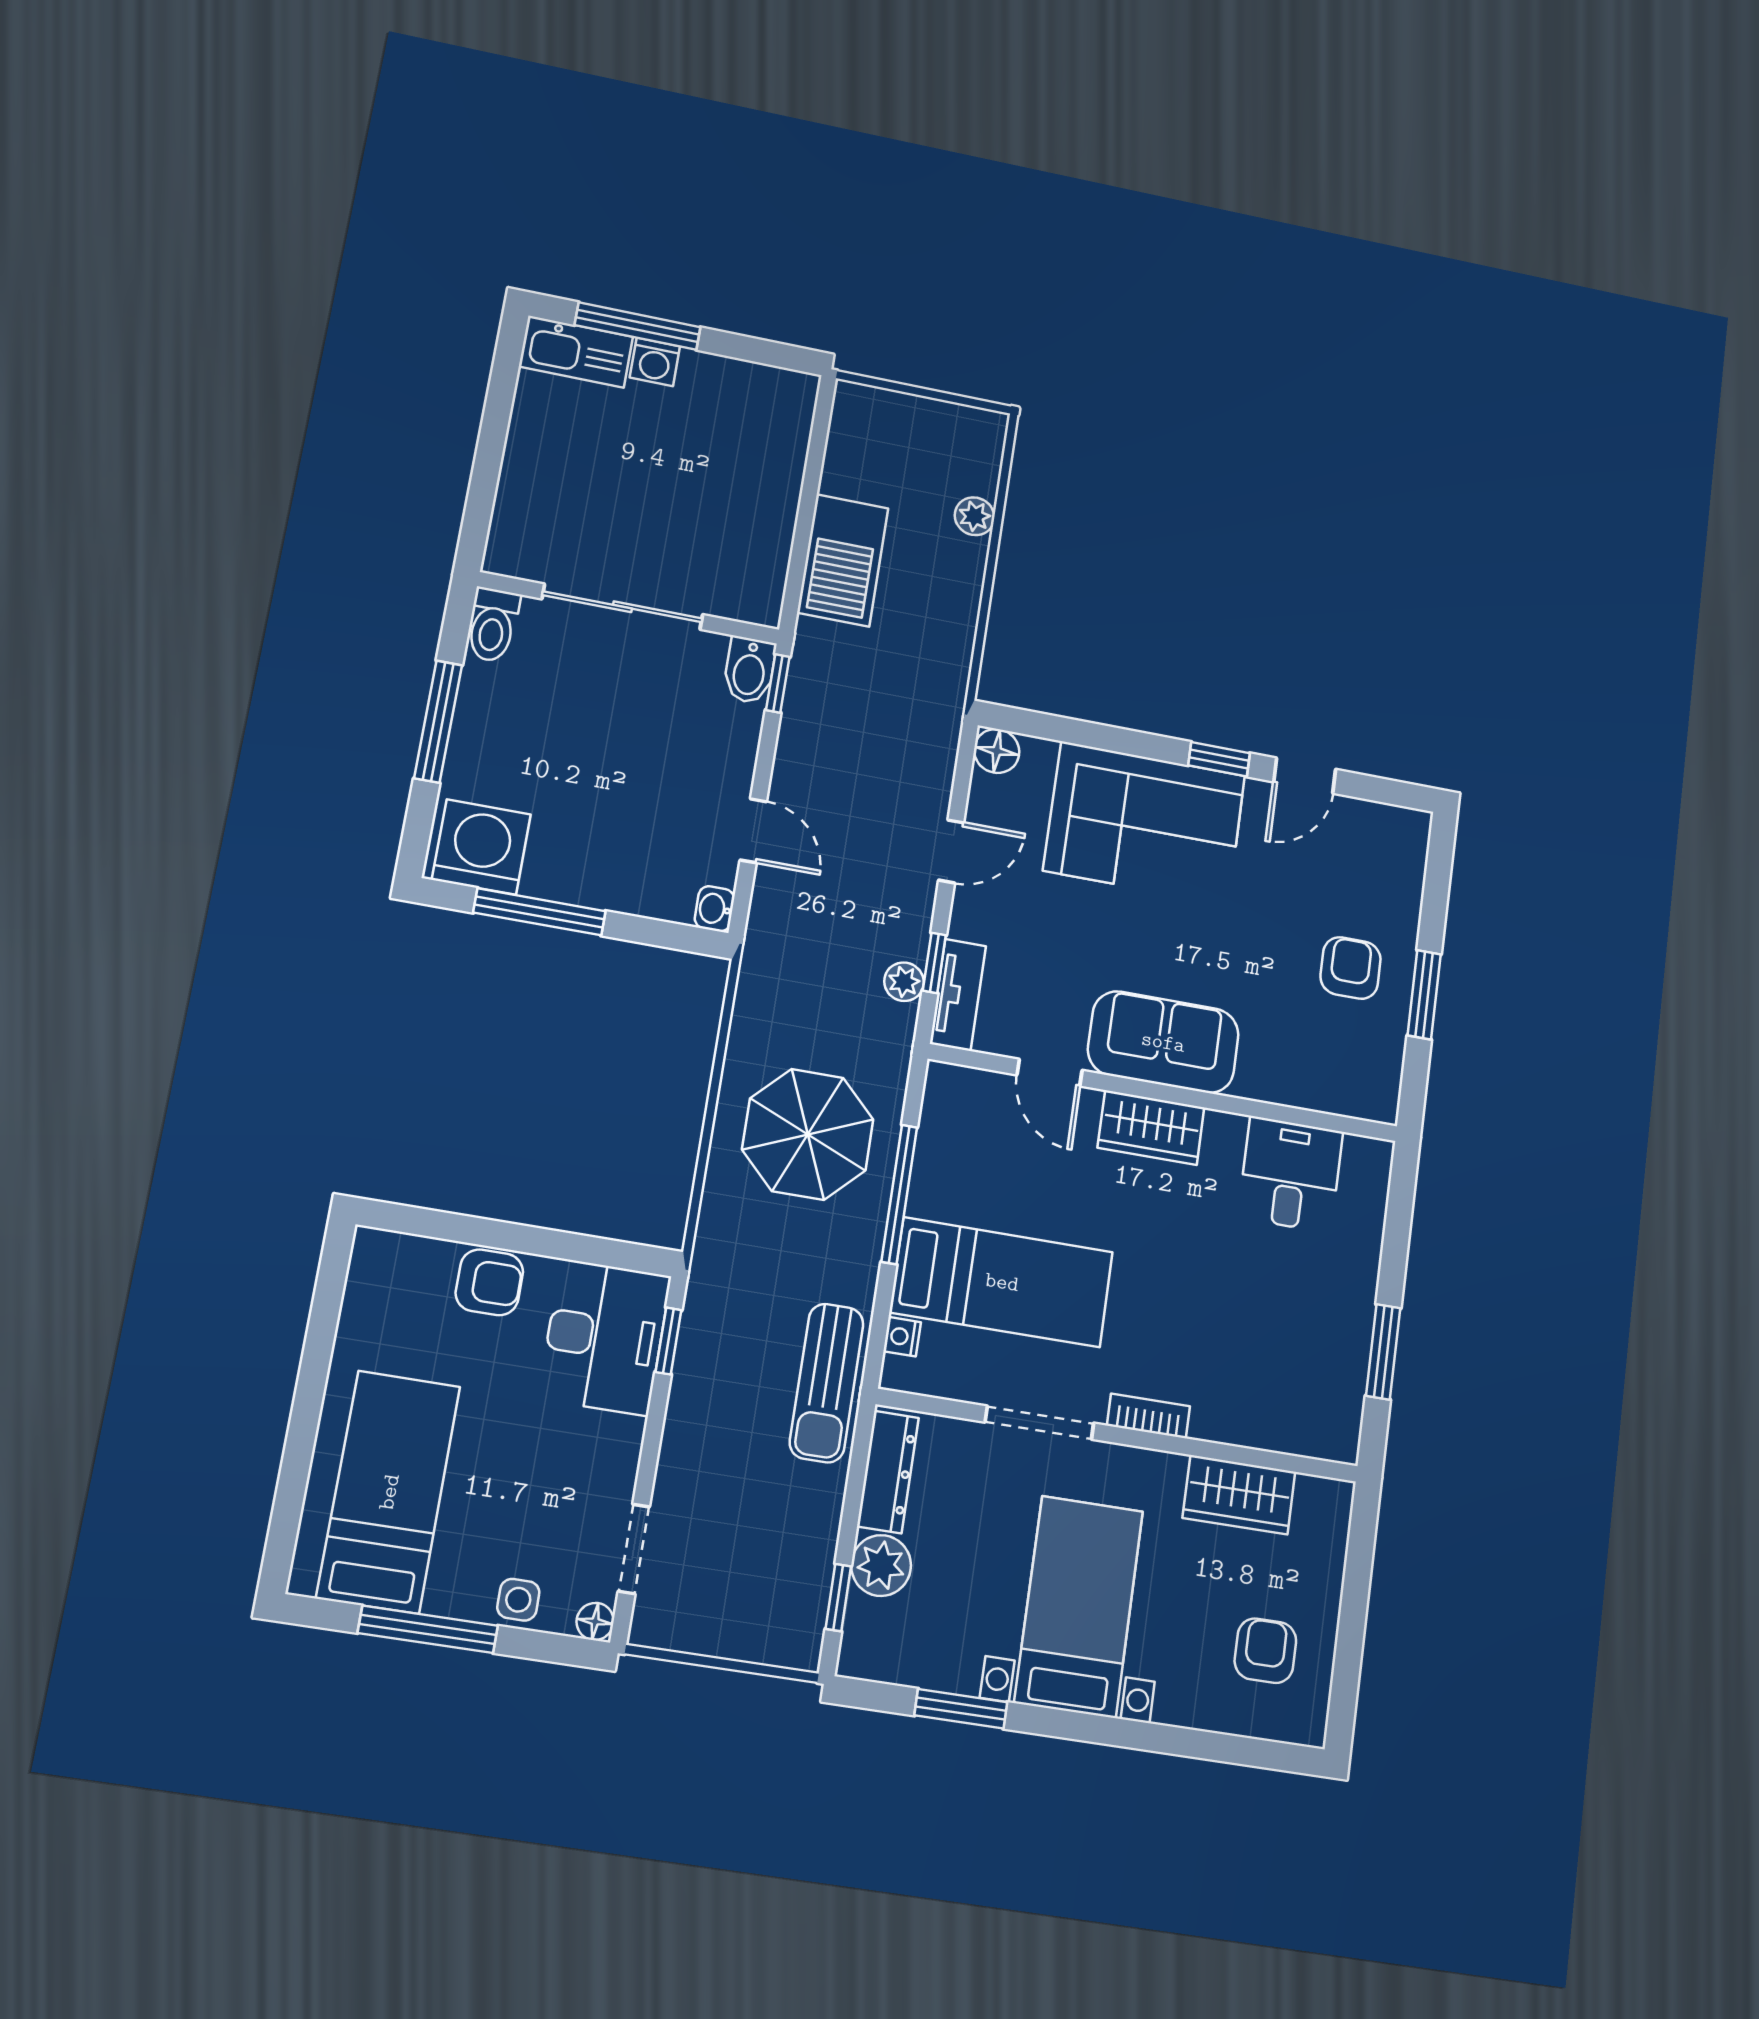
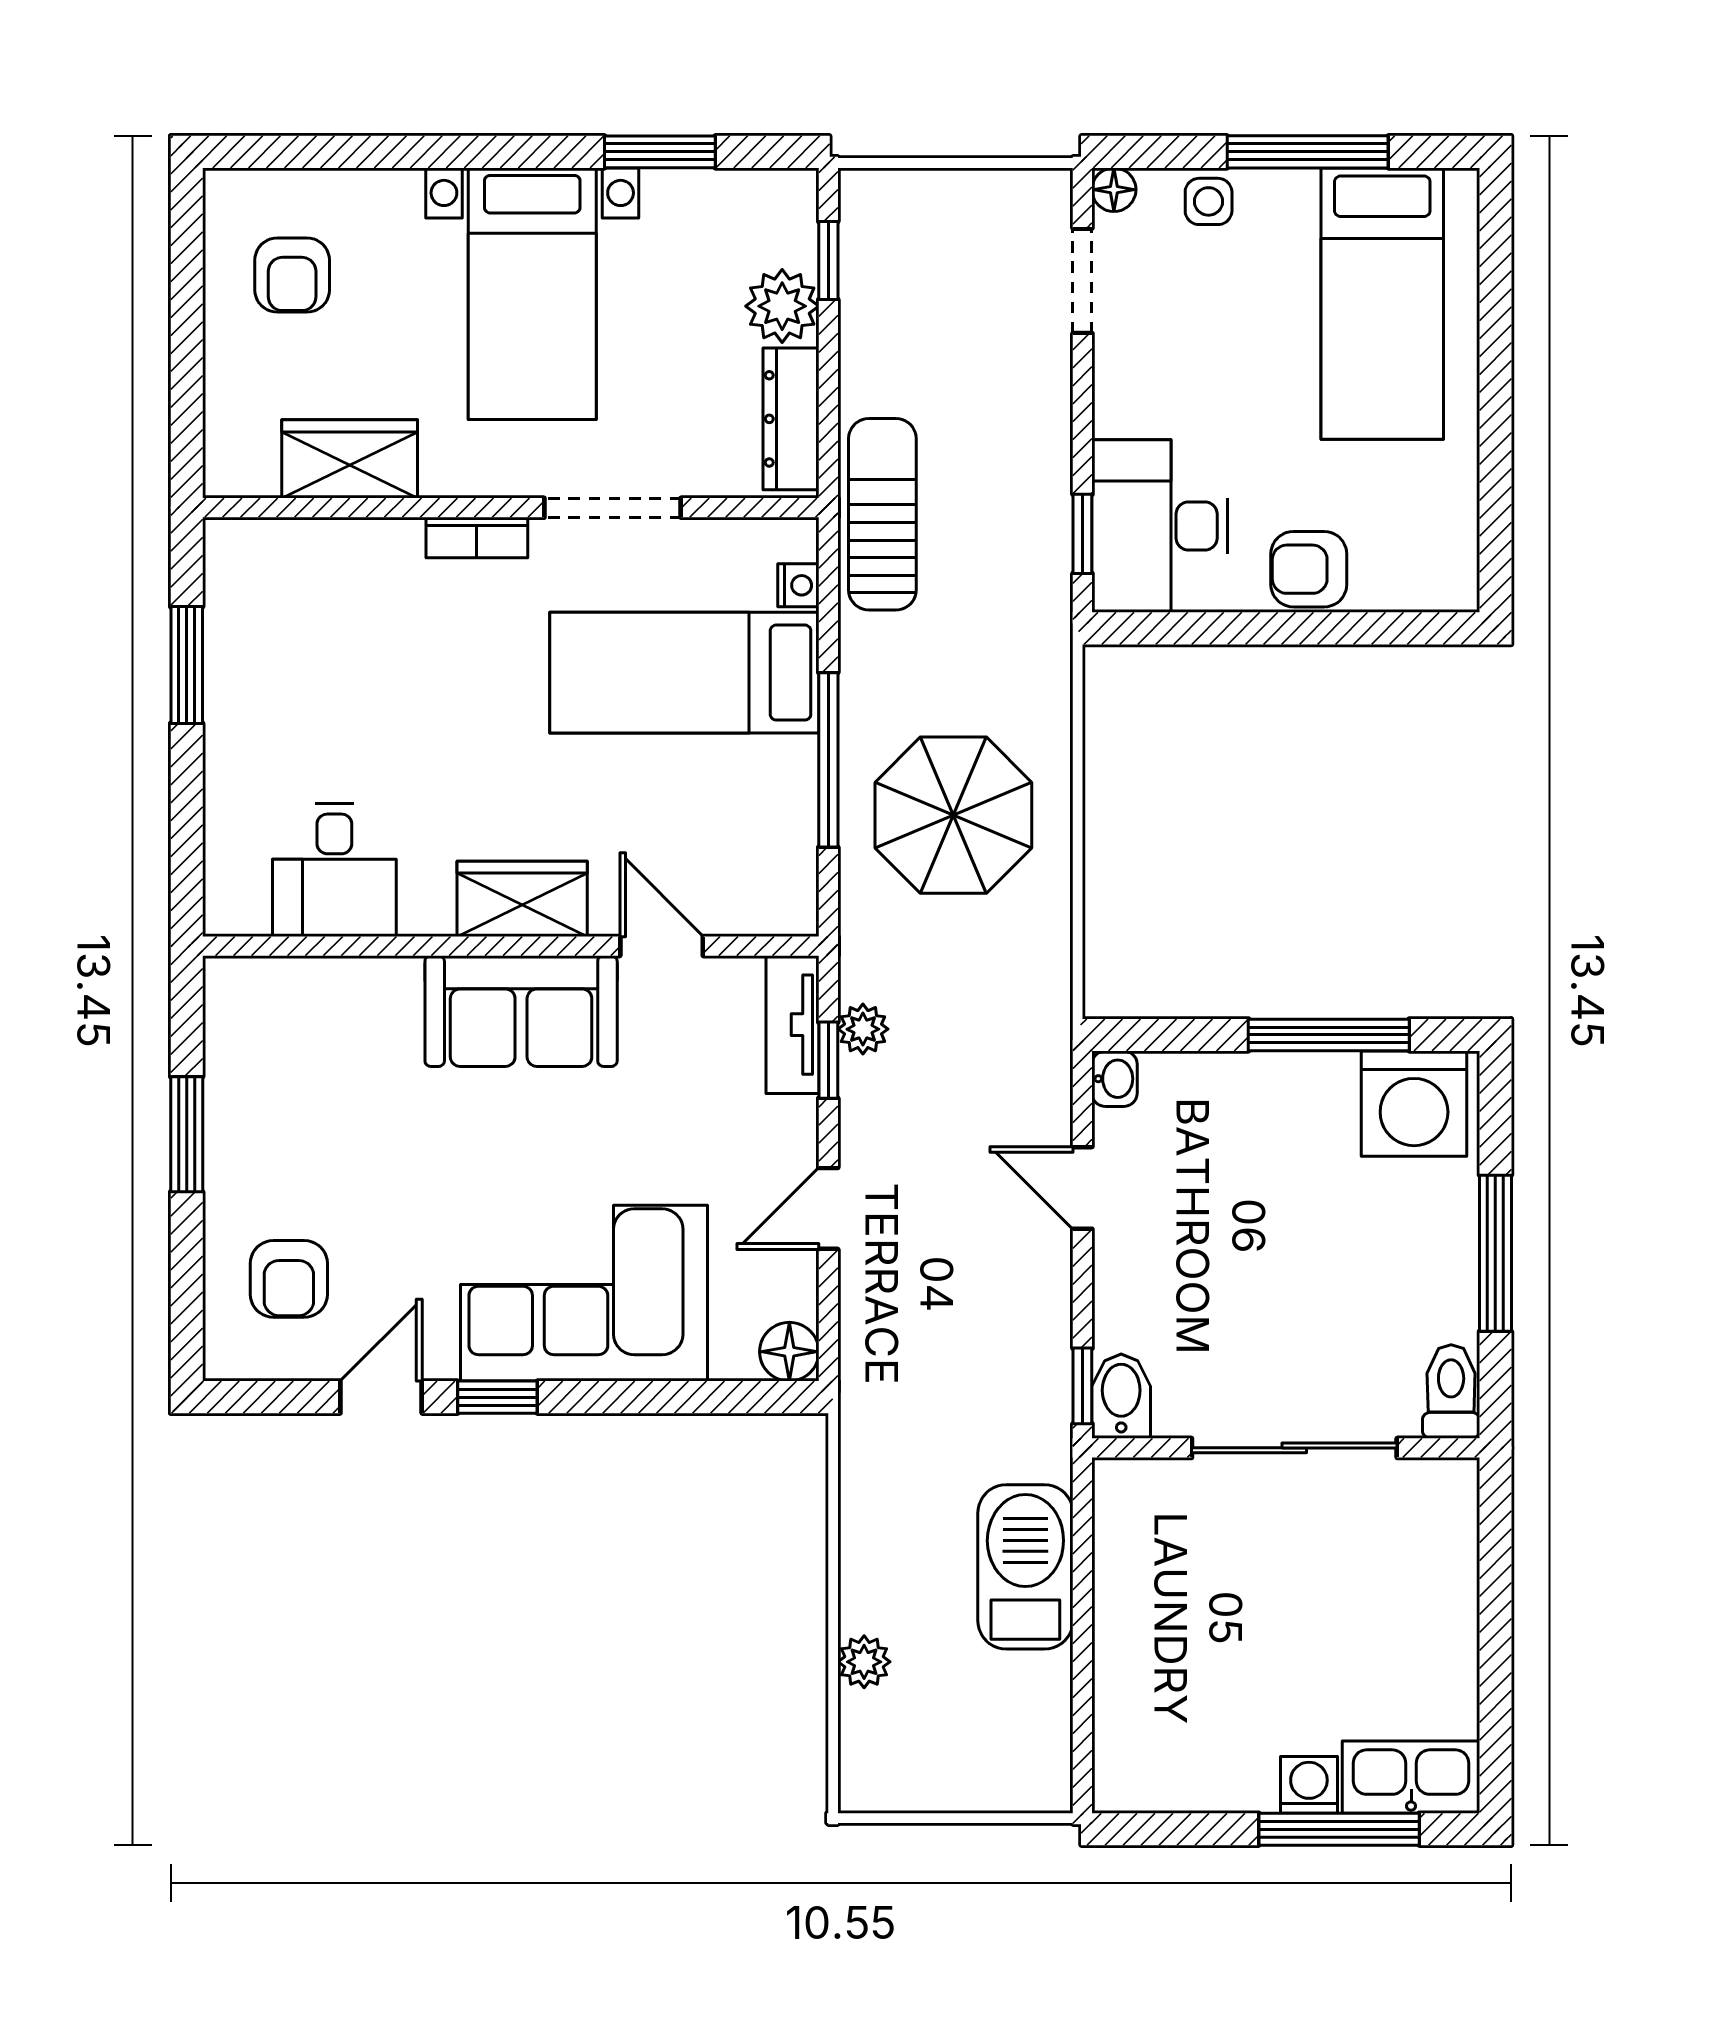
armchair: (1350, 968) -> (289, 1279), moved

